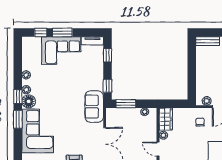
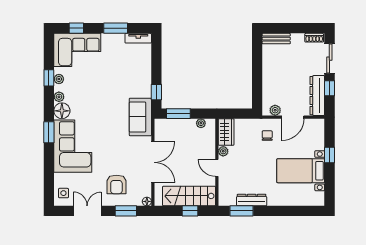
window: (62, 32) -> (116, 28), moved
corner sofa: (61, 51) -> (77, 50), moved
window: (107, 55) -> (156, 56), removed
window: (18, 97) -> (49, 78), moved

